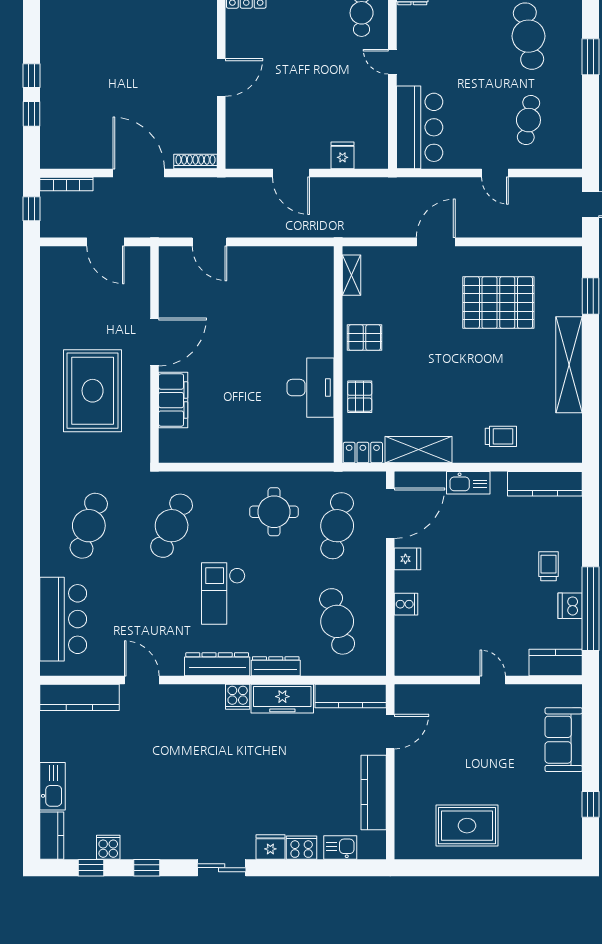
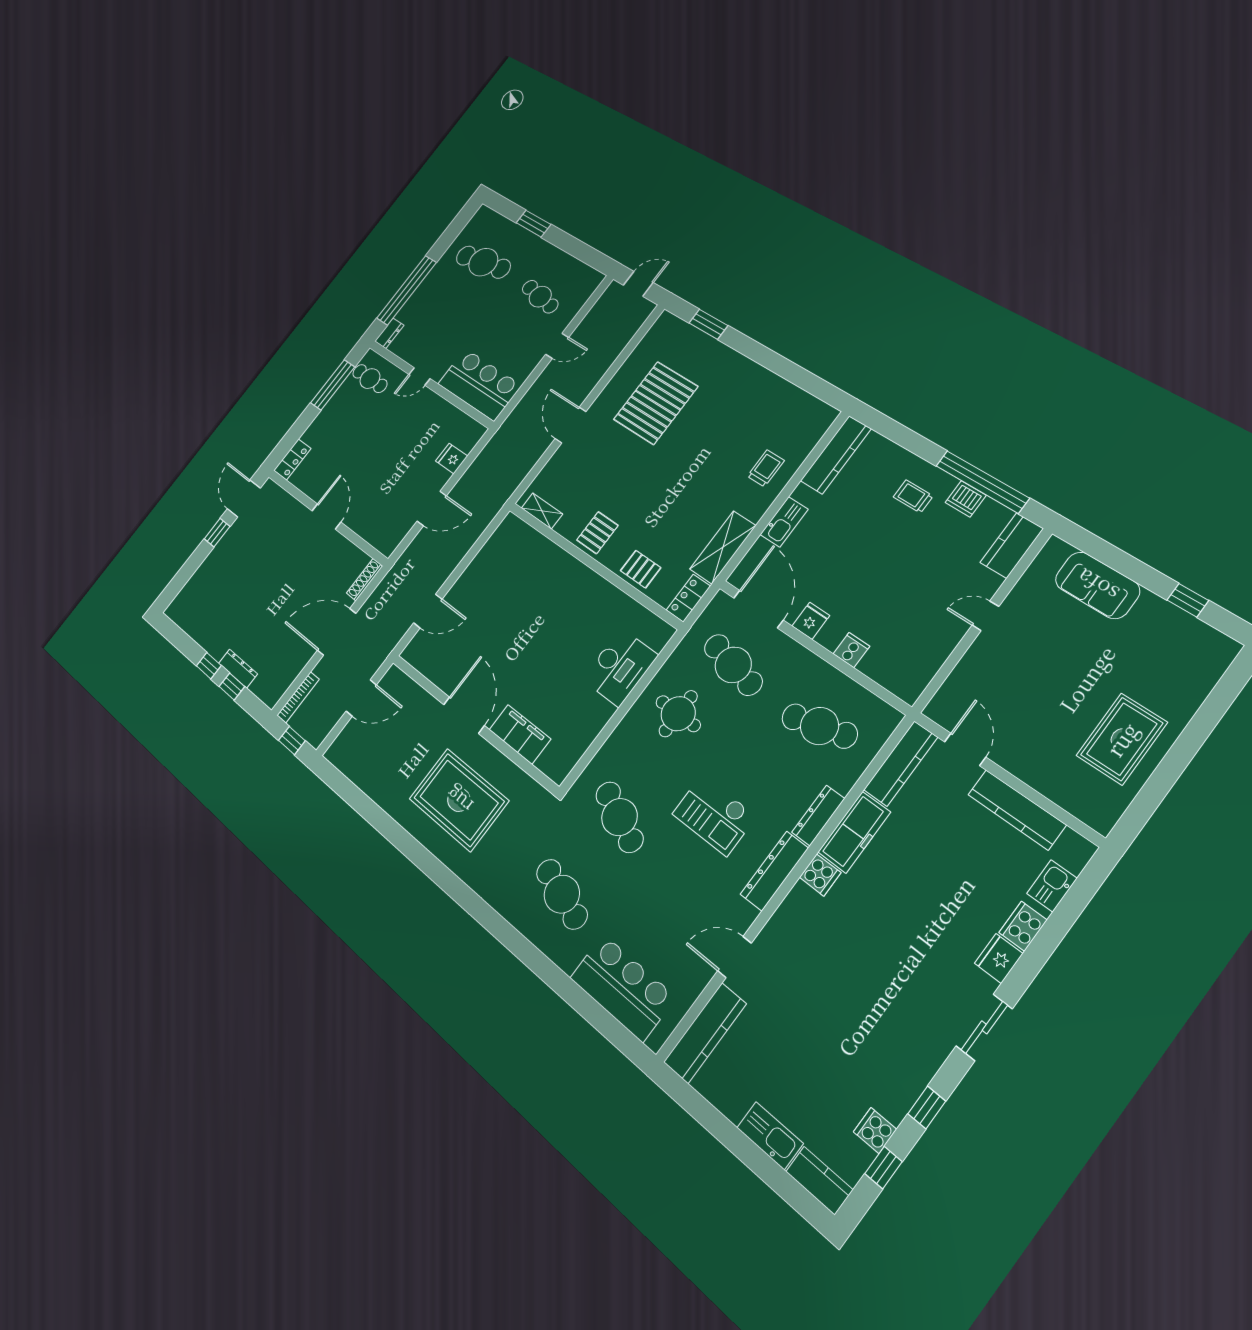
dresser: (49, 106) -> (238, 668), added
shelving: (569, 365) -> (750, 374), removed
desk: (311, 388) -> (620, 667), moved, turned 90

